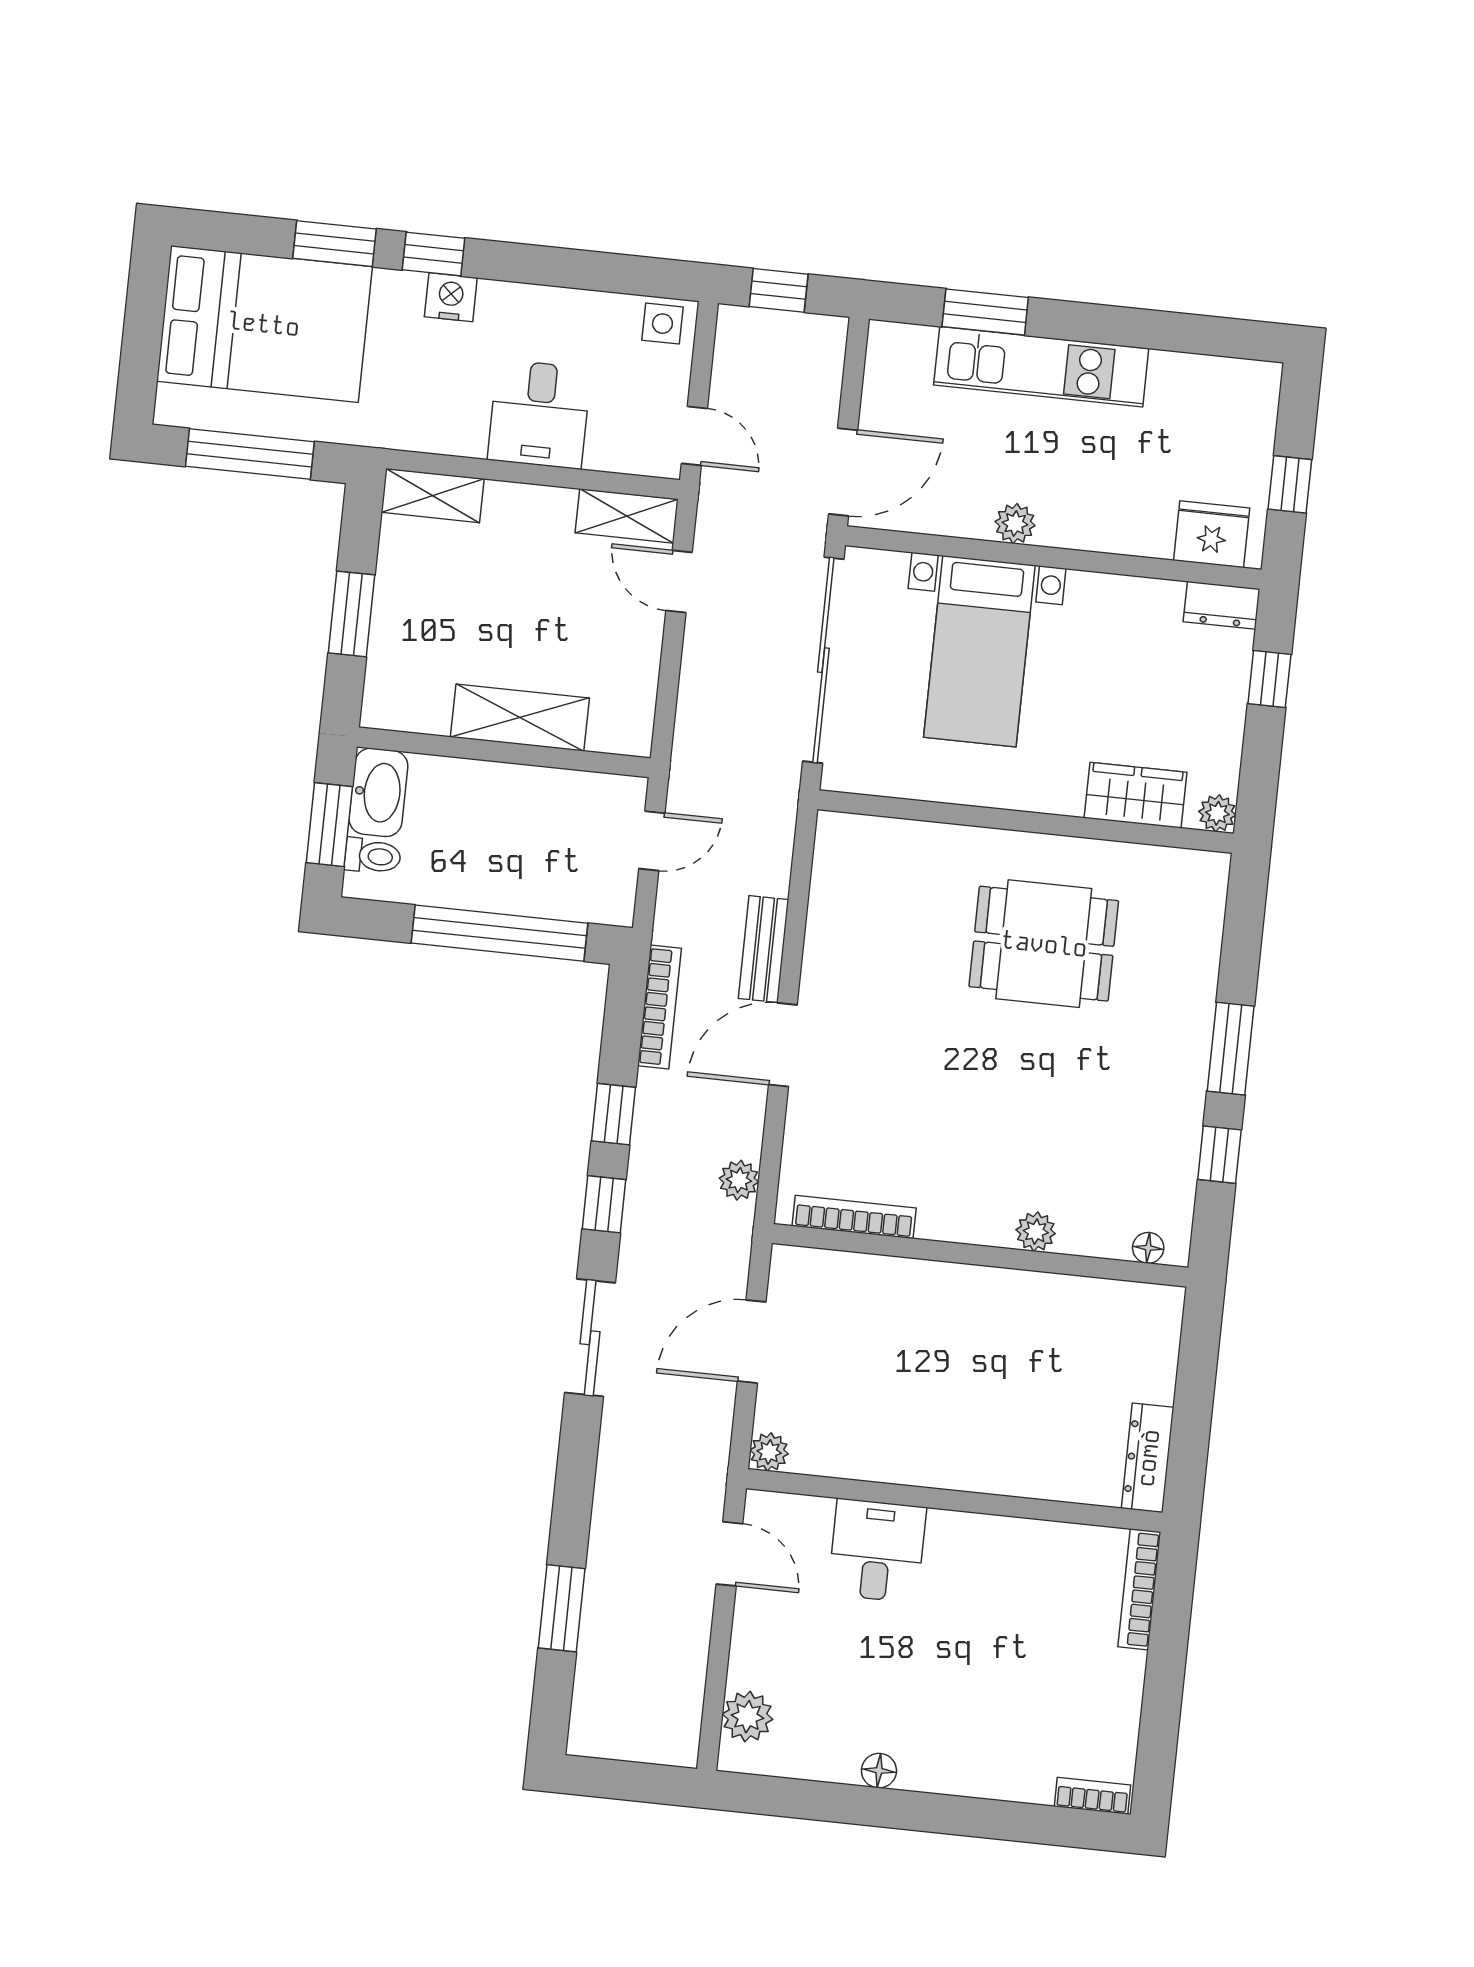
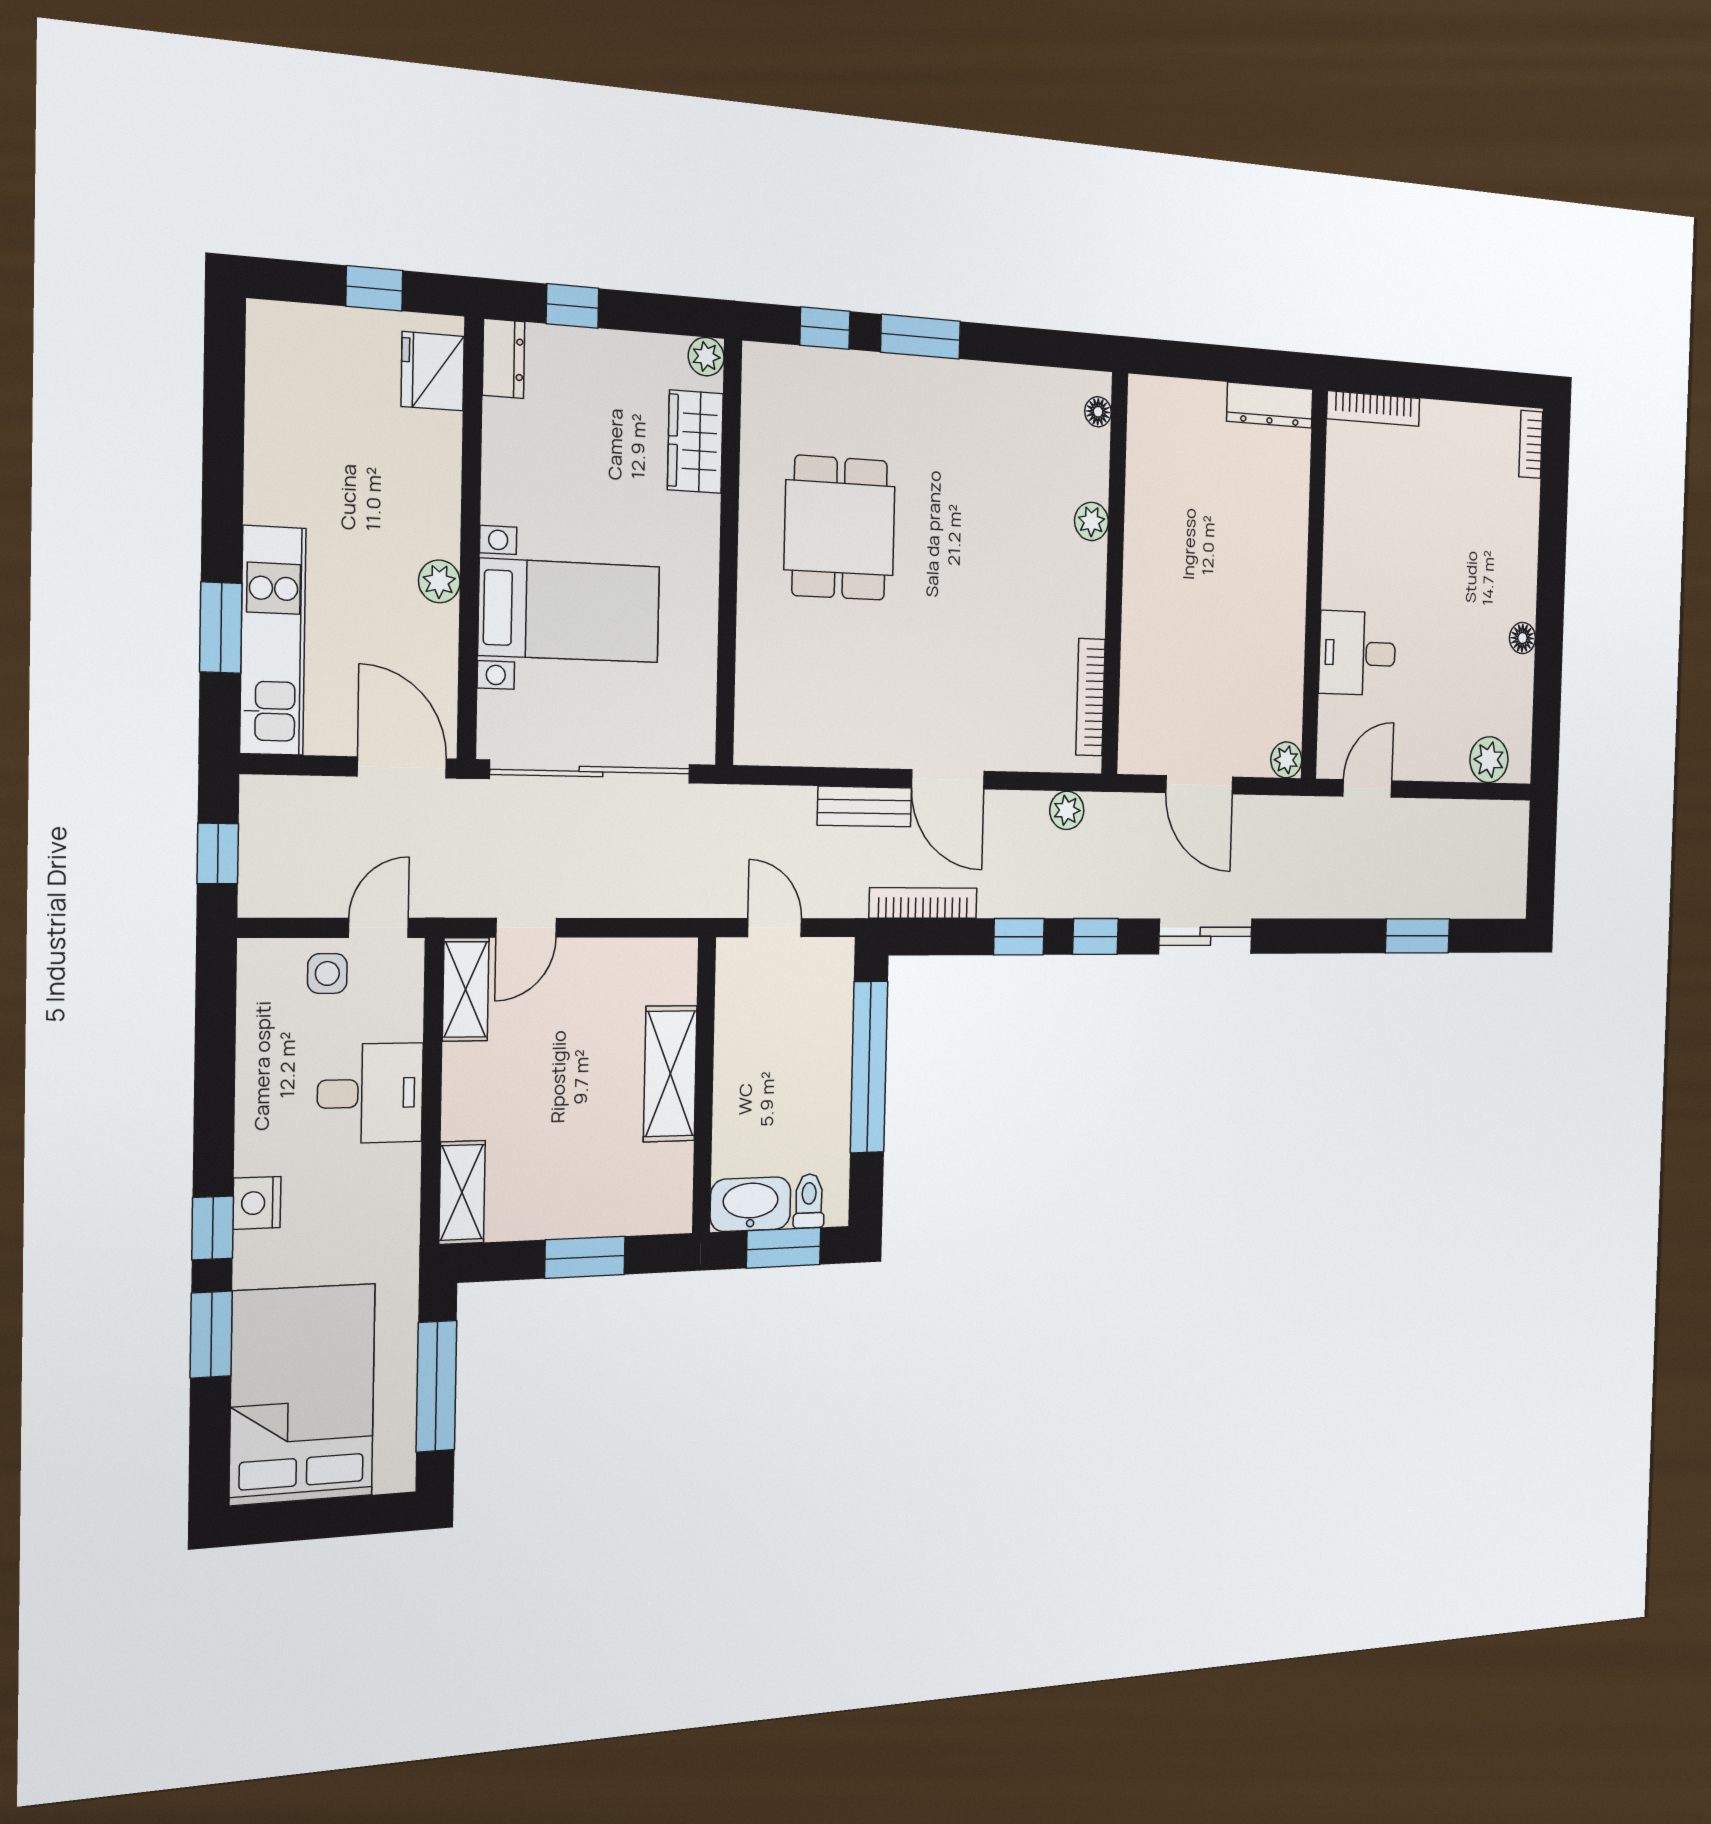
side table: (662, 324) -> (327, 973), moved
kitchen unit: (1041, 367) -> (273, 641), moved
window: (1219, 1155) -> (825, 328), moved

